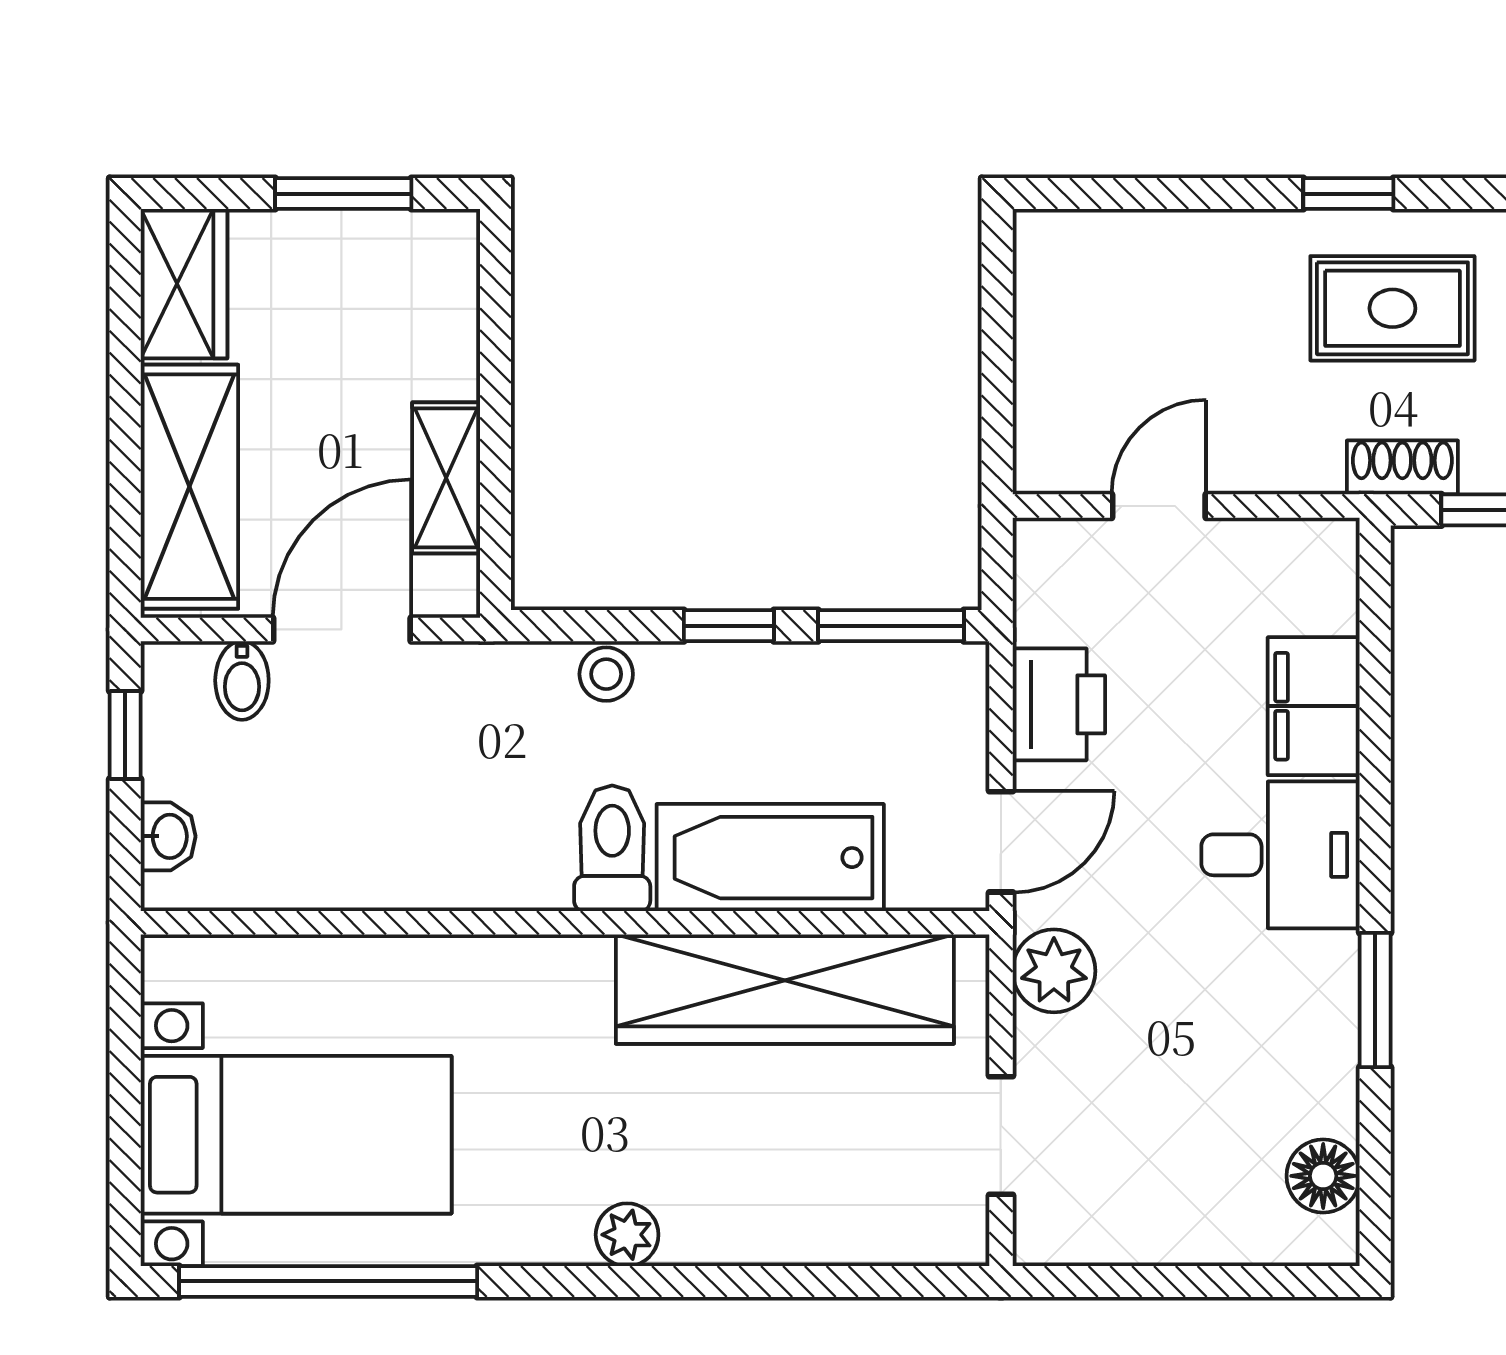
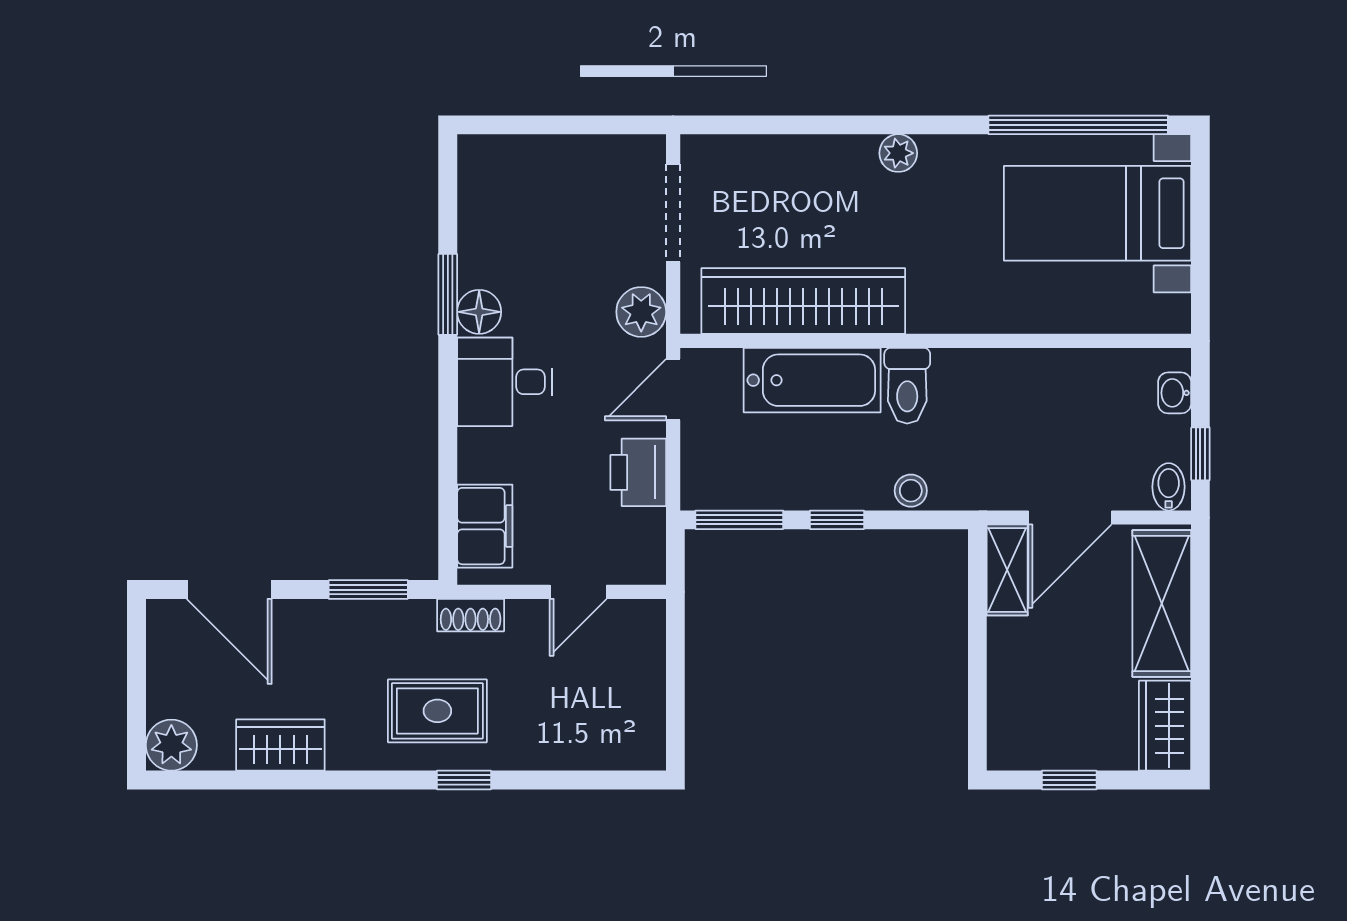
window: (343, 194) -> (1069, 780), width x0.67
shoe rack: (1402, 467) -> (471, 615), moved
shelving: (446, 478) -> (1007, 570), moved
bidet: (242, 680) -> (1169, 487), moved
filing cabinet: (1314, 706) -> (485, 526), moved
doorway: (1001, 1135) -> (673, 213), width x1.38
floor lamp: (1323, 1176) -> (479, 312), moved

